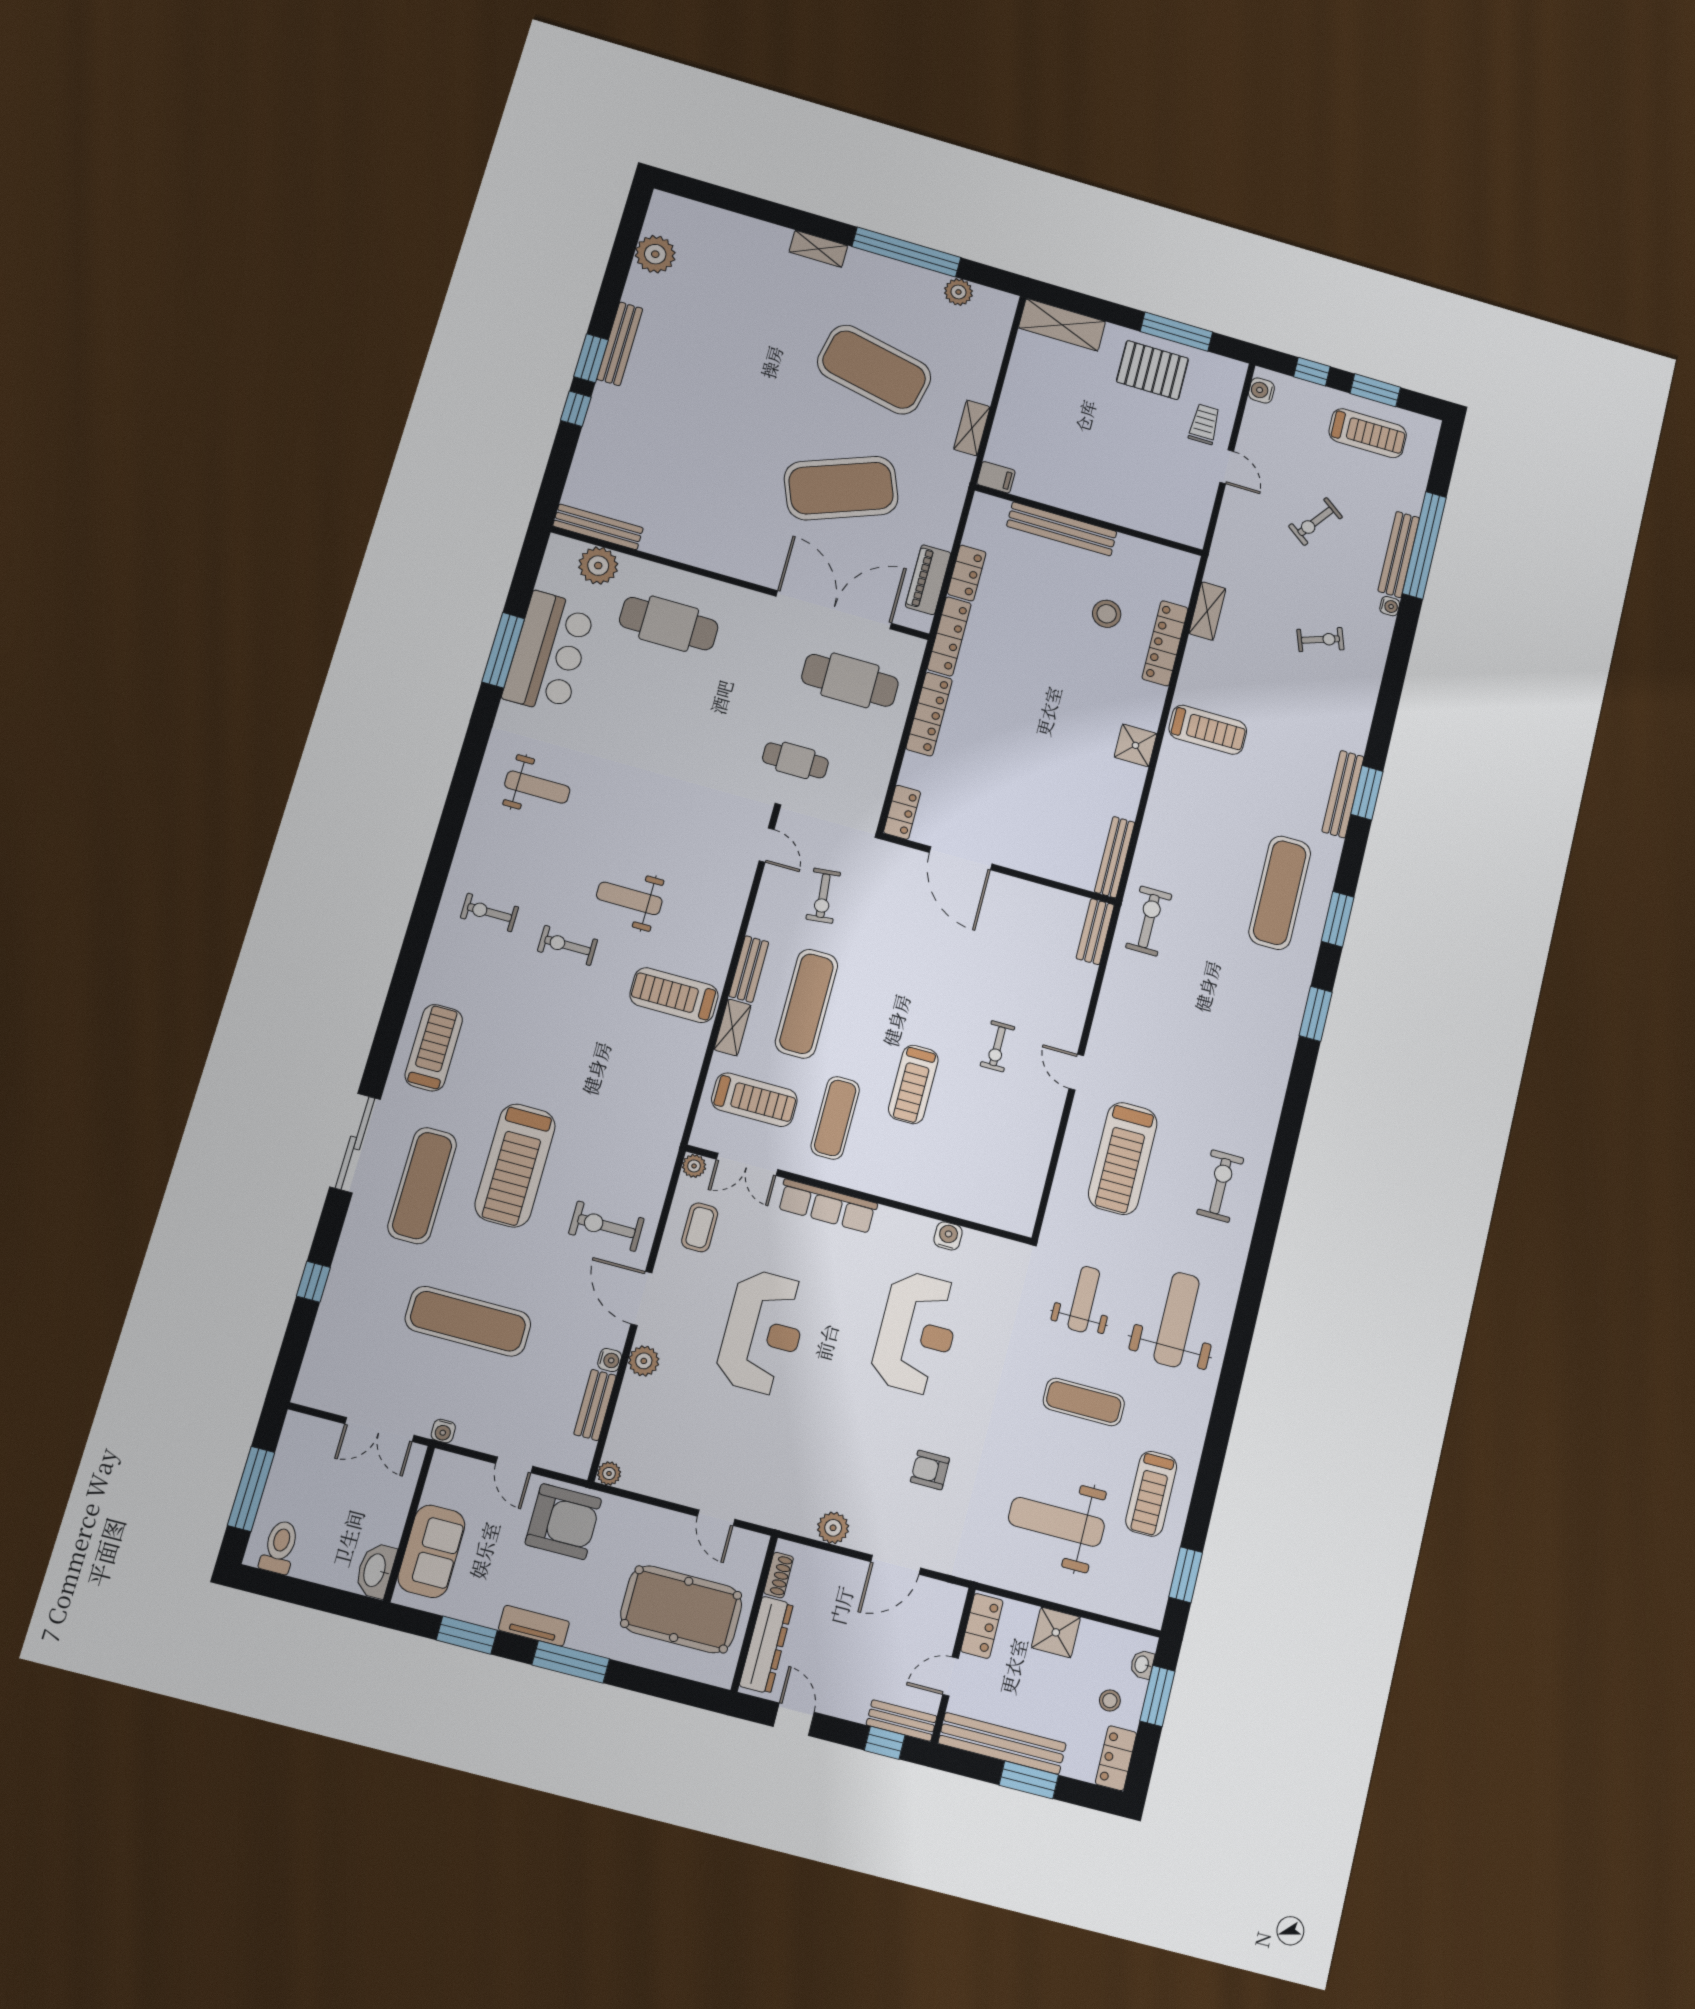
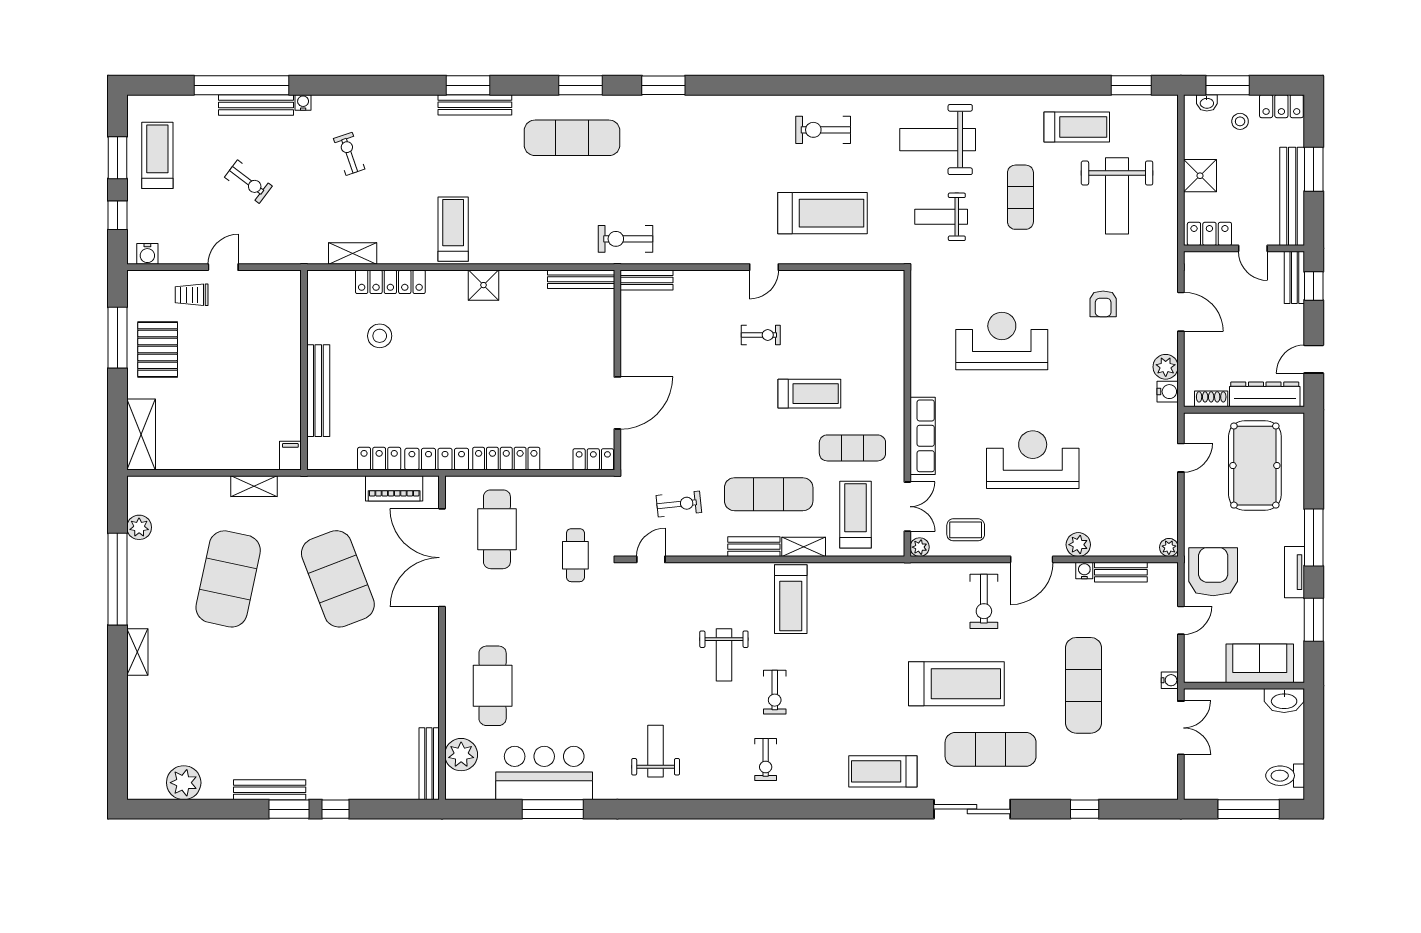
water cooler: (948, 1236) -> (1168, 392), moved, turned 180

